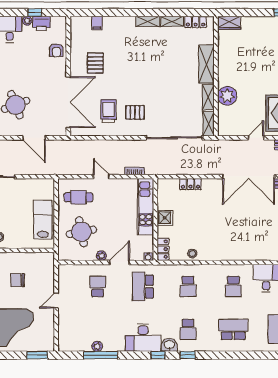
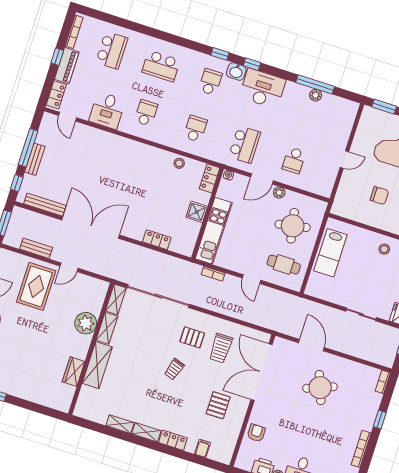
locker: (196, 22) -> (173, 440), moved
wardrobe: (229, 23) -> (74, 372), moved, turned -90
trolley: (141, 81) -> (174, 369), added

